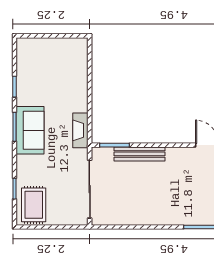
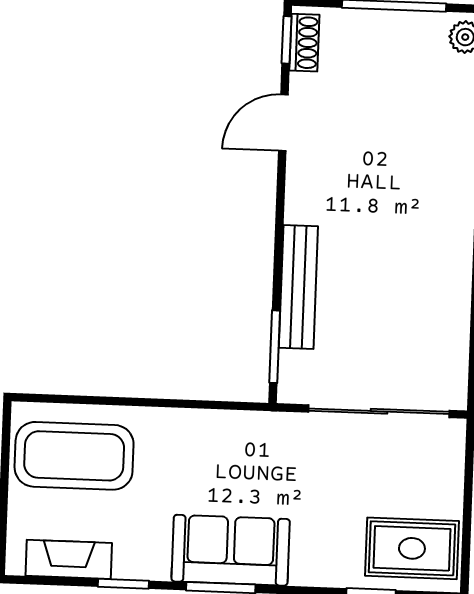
coffee table: (66, 64) -> (74, 456), added
fireplace: (80, 130) -> (69, 559), moved, turned 180

